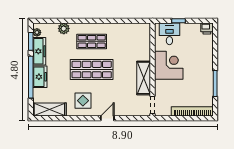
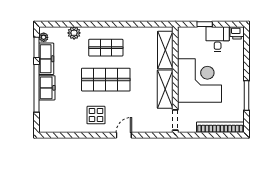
desk: (169, 34) -> (218, 39), moved
corner desk: (169, 65) -> (200, 81), width x1.36, depth x1.36
shelving: (49, 110) -> (165, 50), moved, turned 90

